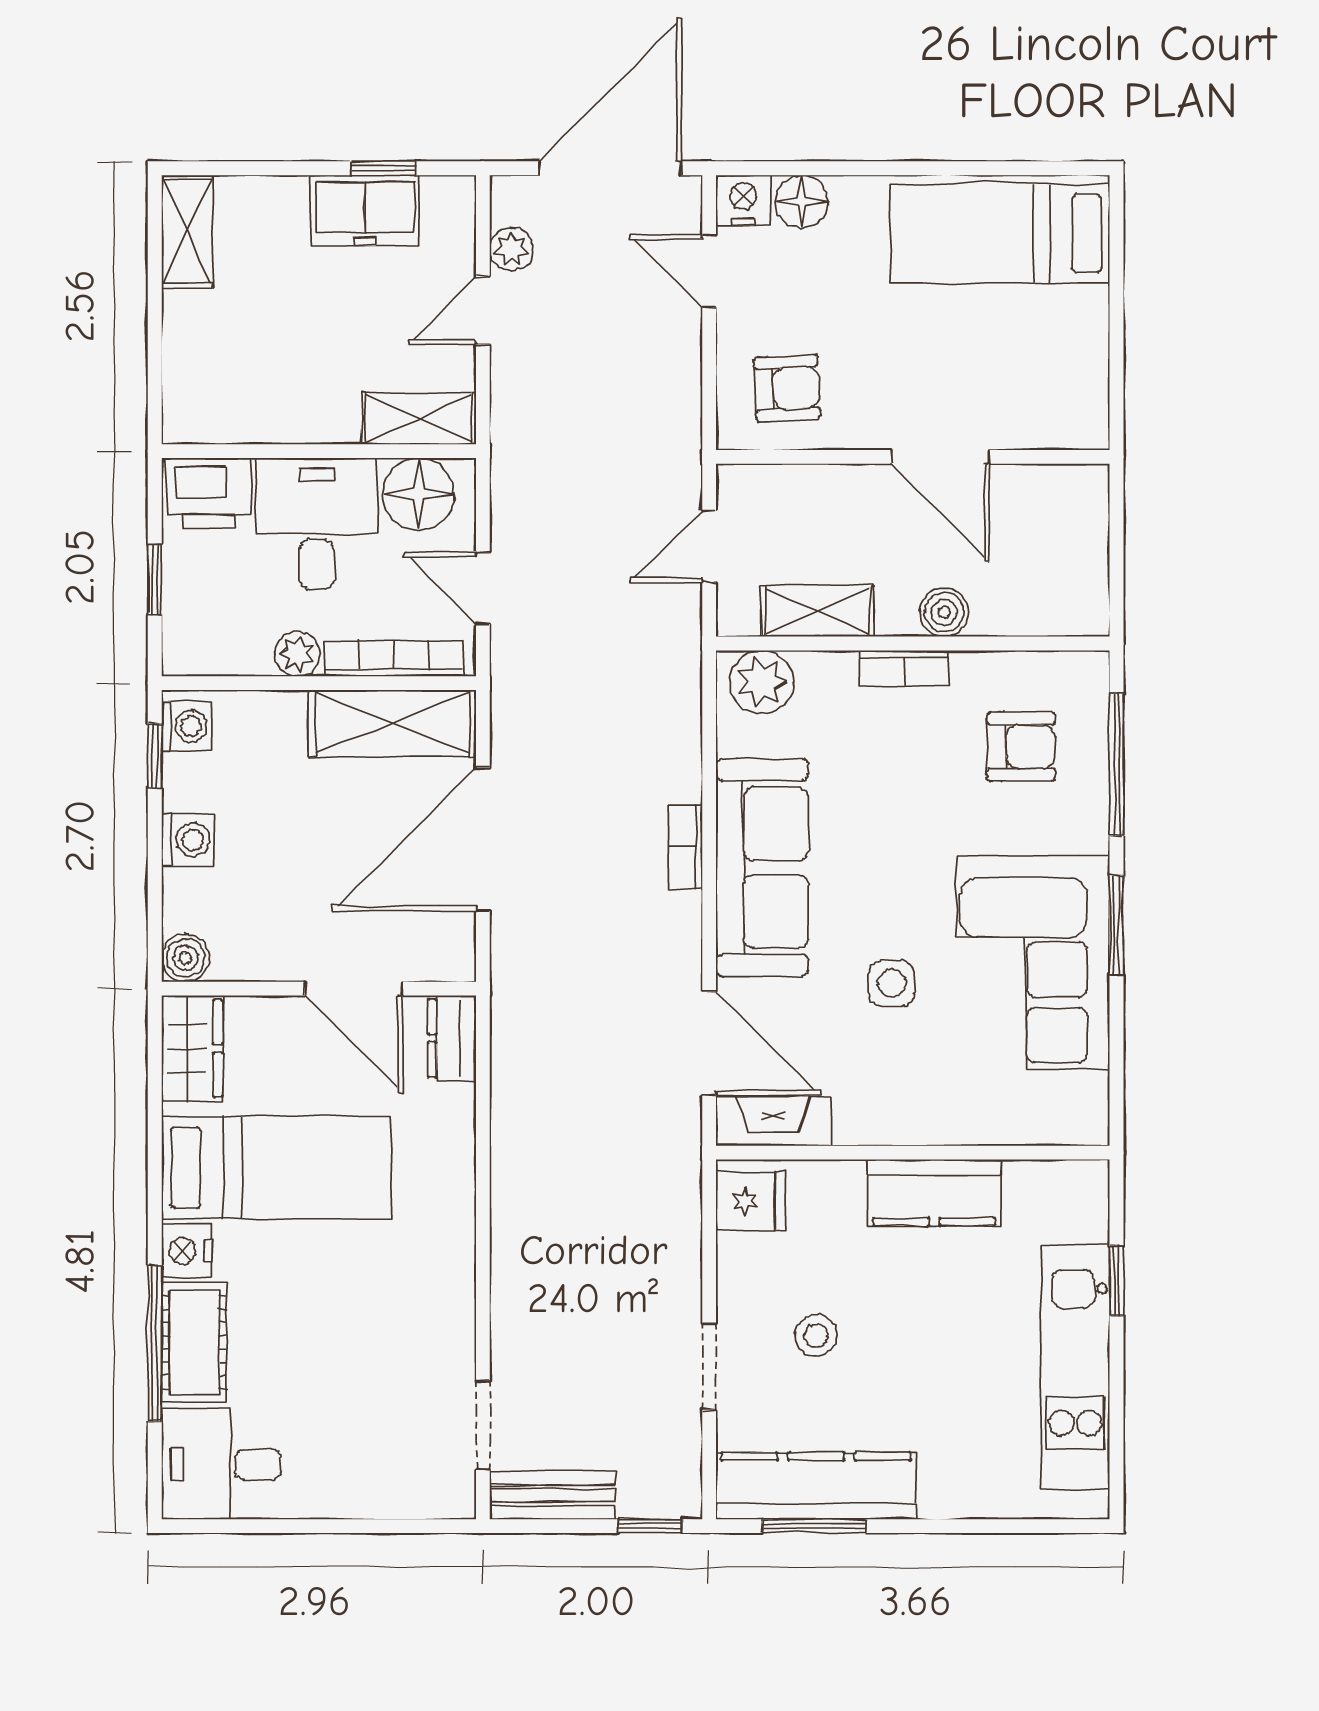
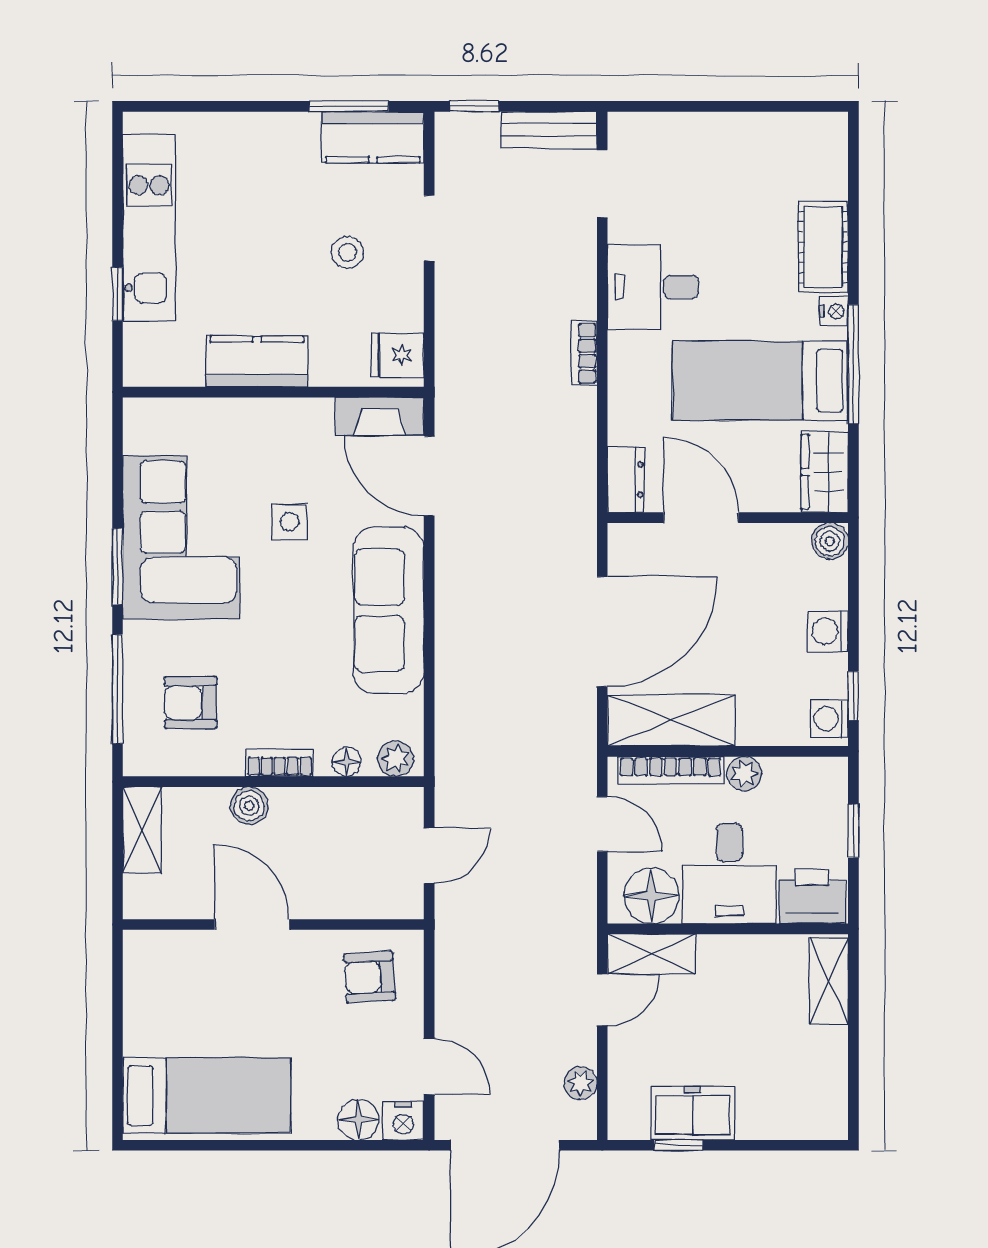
shelving: (187, 232) -> (829, 981), moved
door: (483, 311) -> (602, 1000), moved
shelving: (817, 611) -> (142, 830), moved, turned 90
floor lamp: (817, 669) -> (347, 762), added
plant: (761, 682) -> (396, 759), width x0.73, depth x0.73
bookcase: (685, 847) -> (584, 353), moved, turned 180
nightstand: (186, 1251) -> (834, 311), width x0.72, depth x0.74
window: (155, 1343) -> (853, 364), moved
desk: (221, 1464) -> (653, 287), moved, turned 180
kitchen counter: (816, 1486) -> (373, 137), width x0.67

